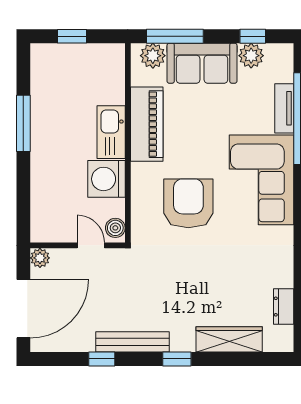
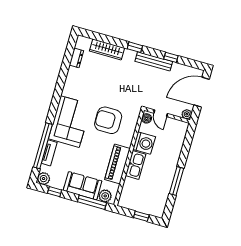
plant: (251, 56) -> (44, 179), moved
armchair: (188, 203) -> (108, 120), turned 90

